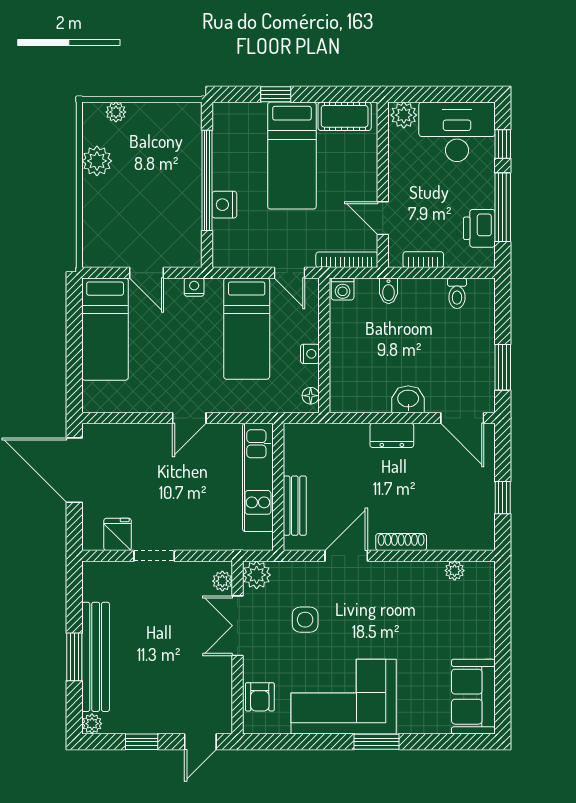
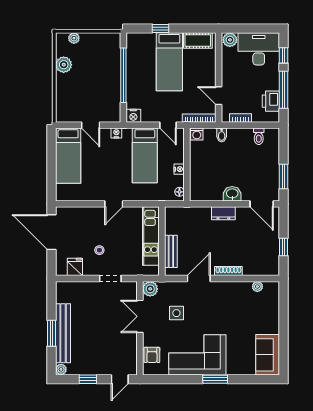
nightstand: (224, 205) -> (133, 116), moved, turned -90
stool: (163, 503) -> (99, 250), added
doorway: (154, 556) -> (110, 278), moved
plant: (222, 581) -> (132, 292), removed

